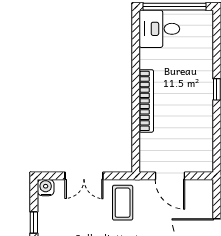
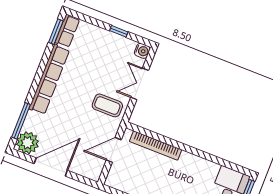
bookcase: (146, 101) -> (156, 145), moved

